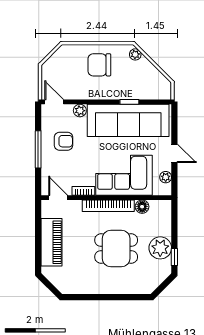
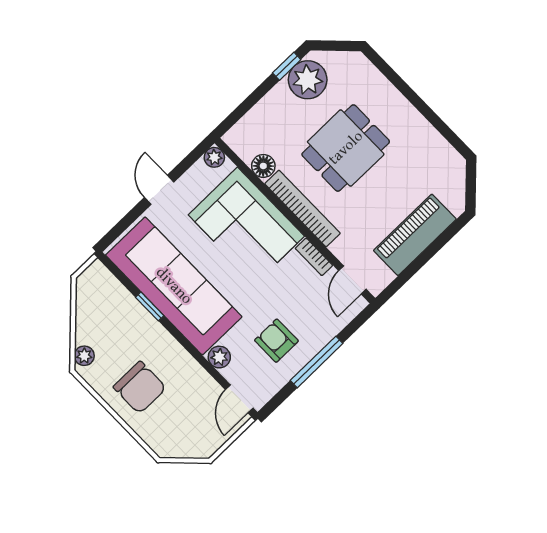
plant: (166, 177) -> (214, 157), moved
plant: (160, 248) -> (308, 80), moved
dining table: (116, 249) -> (346, 148), turned 90

